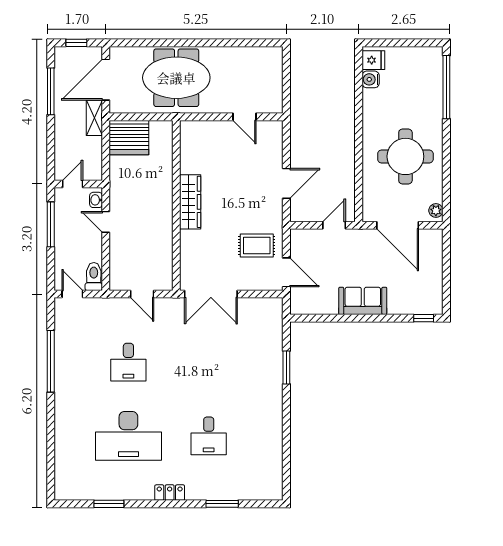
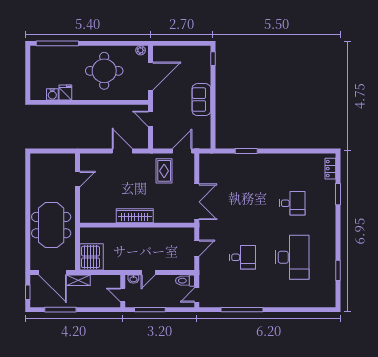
fridge: (373, 60) -> (65, 92), moved
locker: (170, 493) -> (330, 169), moved

